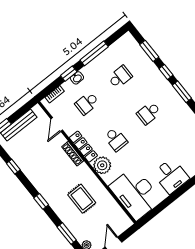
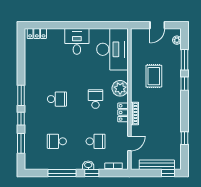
locker: (83, 147) -> (123, 112), width x0.66
window: (41, 201) -> (184, 84), moved

